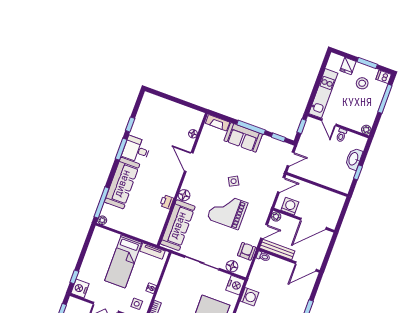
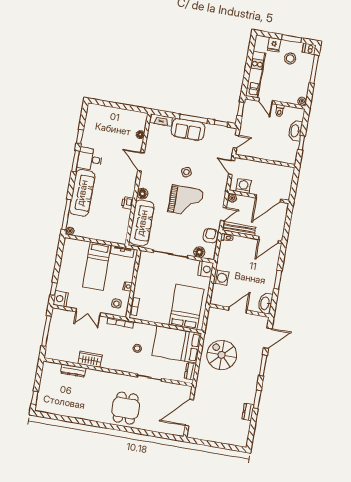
door: (281, 185) -> (232, 167), swing flipped
grand piano: (227, 211) -> (186, 201), turned 180

